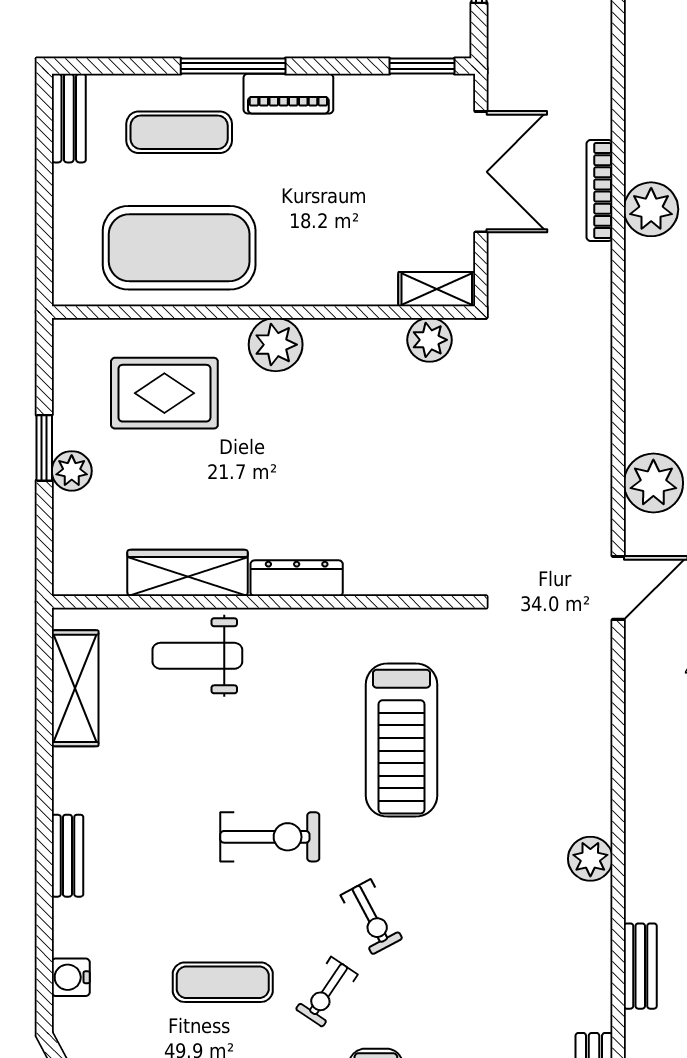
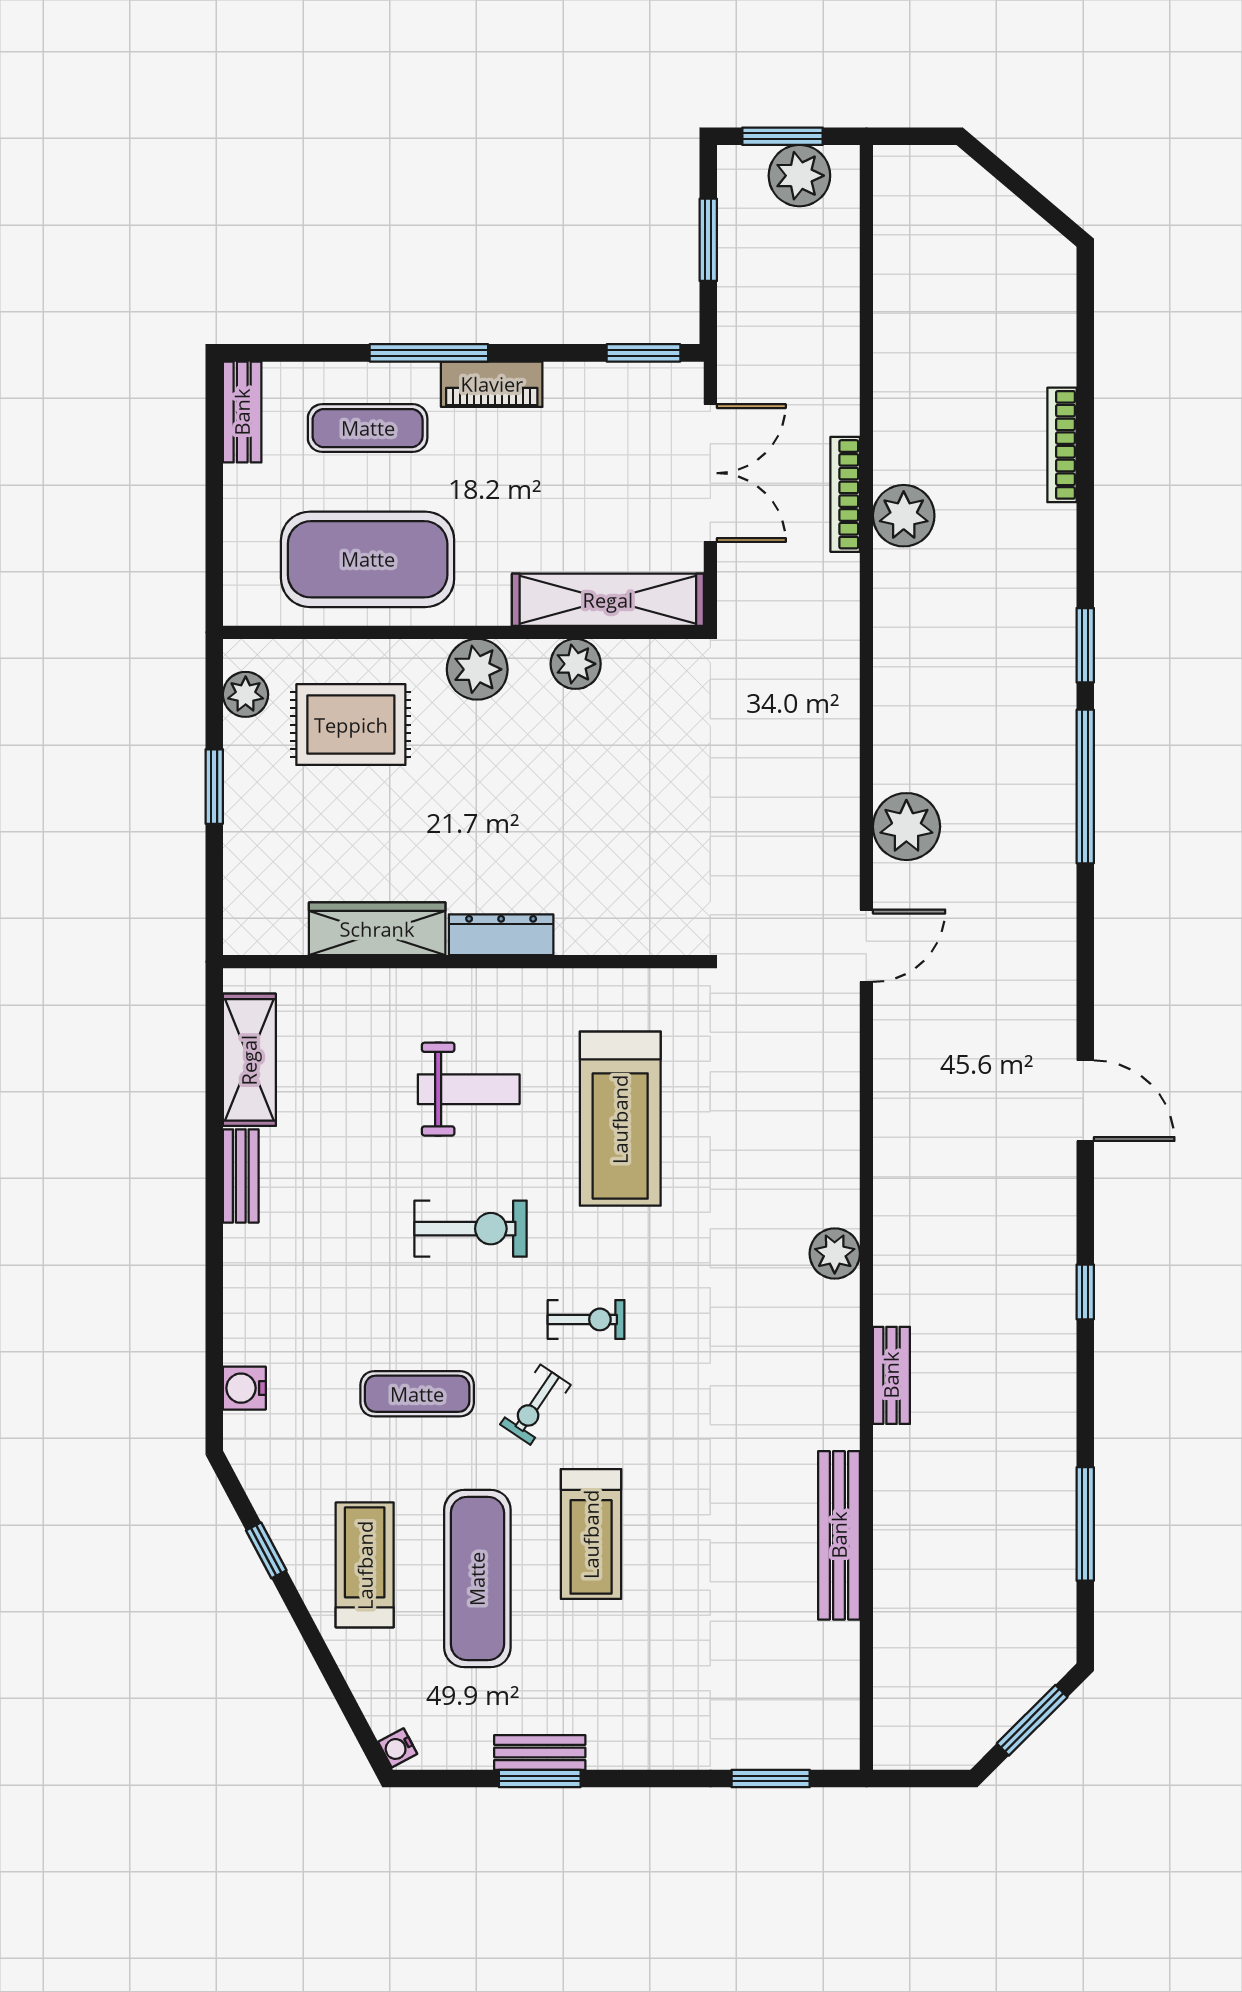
shelving: (437, 289) -> (608, 600), width x2.20, depth x1.33
plant: (430, 340) -> (576, 664), moved
plant: (72, 471) -> (246, 694), moved
weight bench: (197, 656) -> (469, 1089), moved, turned 180
bench: (67, 856) -> (241, 1176), moved
exercise bike: (371, 917) -> (586, 1319), turned -62

